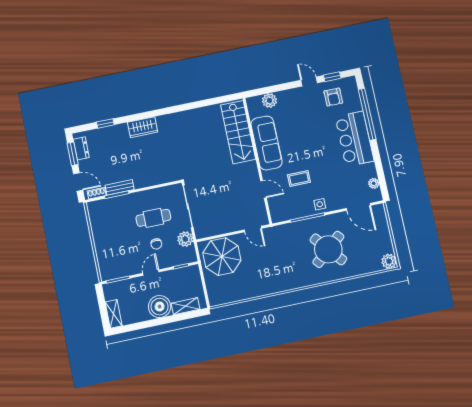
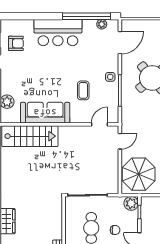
window: (367, 114) -> (86, 16), moved
door: (263, 189) -> (100, 124), moved
plant: (185, 239) -> (131, 203), moved

